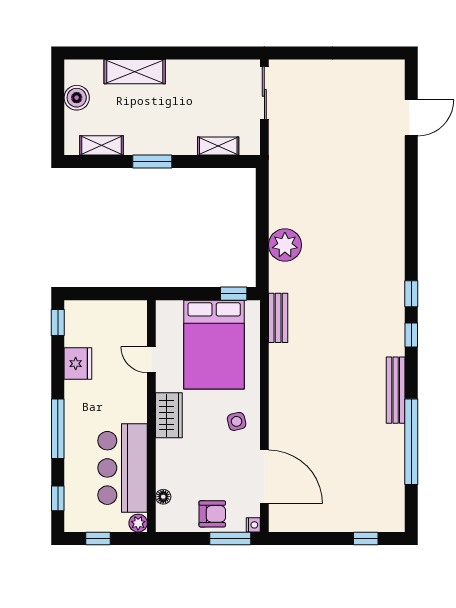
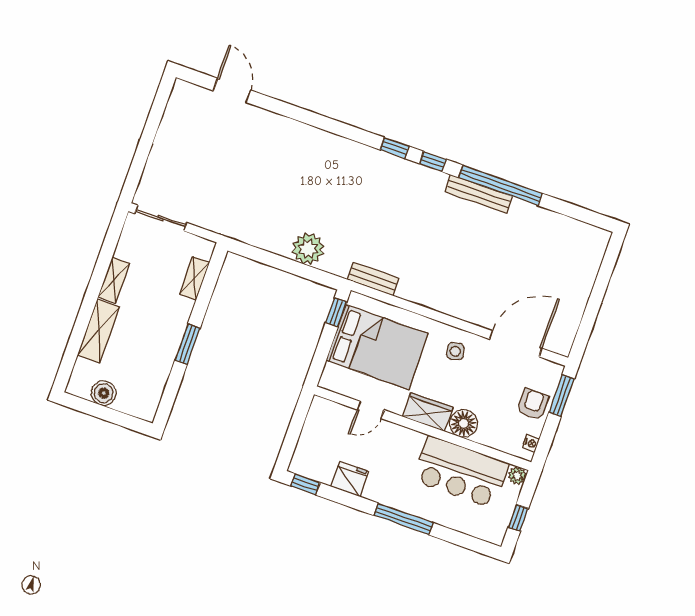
shelving: (102, 145) -> (114, 280), moved
window: (411, 442) -> (500, 185), moved
floor lamp: (163, 497) -> (464, 424), moved, width x1.89, depth x1.89
window: (58, 498) -> (468, 542), removed
nightstand: (253, 525) -> (531, 443), moved, turned 90
window: (366, 539) -> (606, 270), removed

